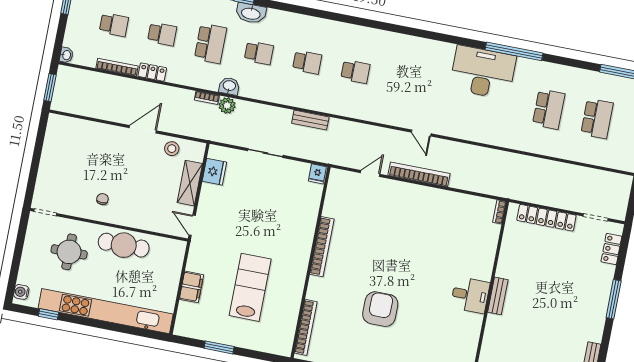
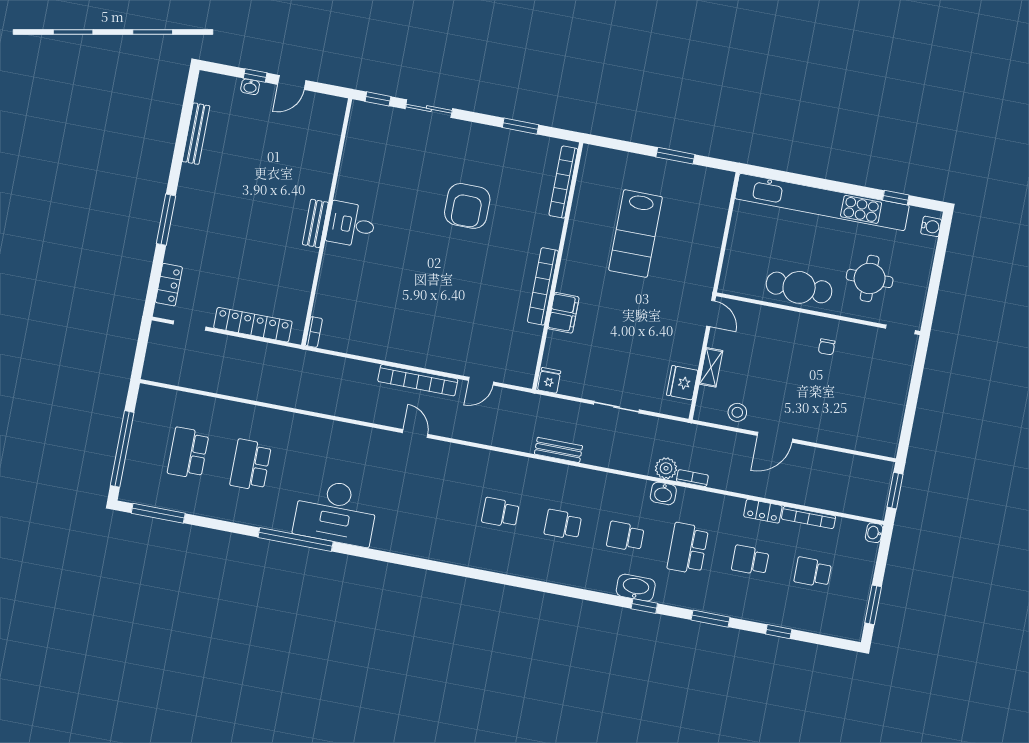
shelving: (190, 183) -> (711, 367), width x0.67, depth x0.75
filing cabinet: (191, 287) -> (563, 313), moved, turned 180

